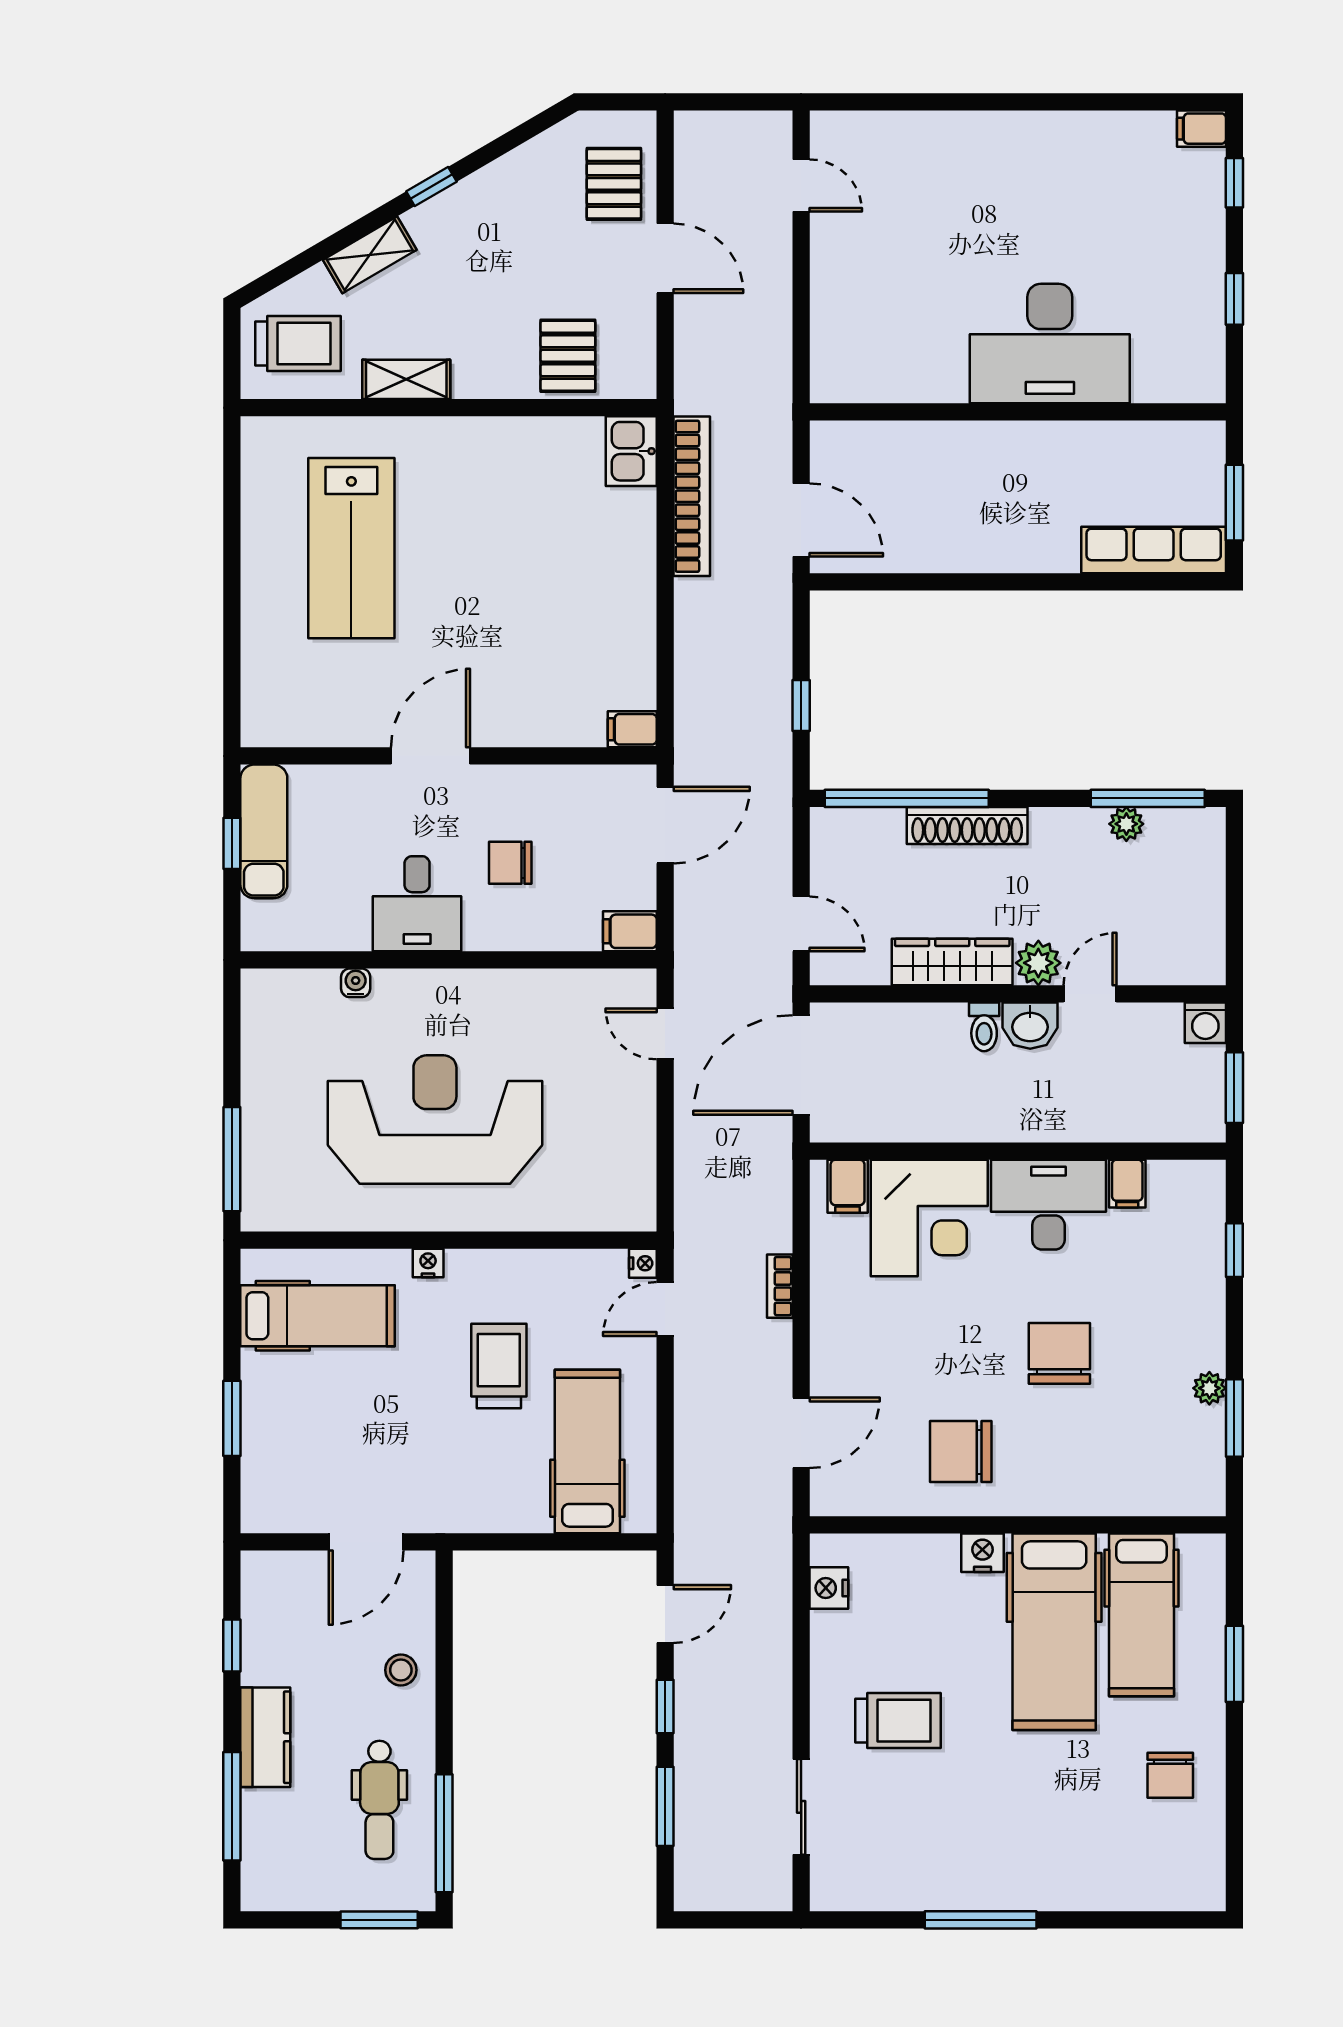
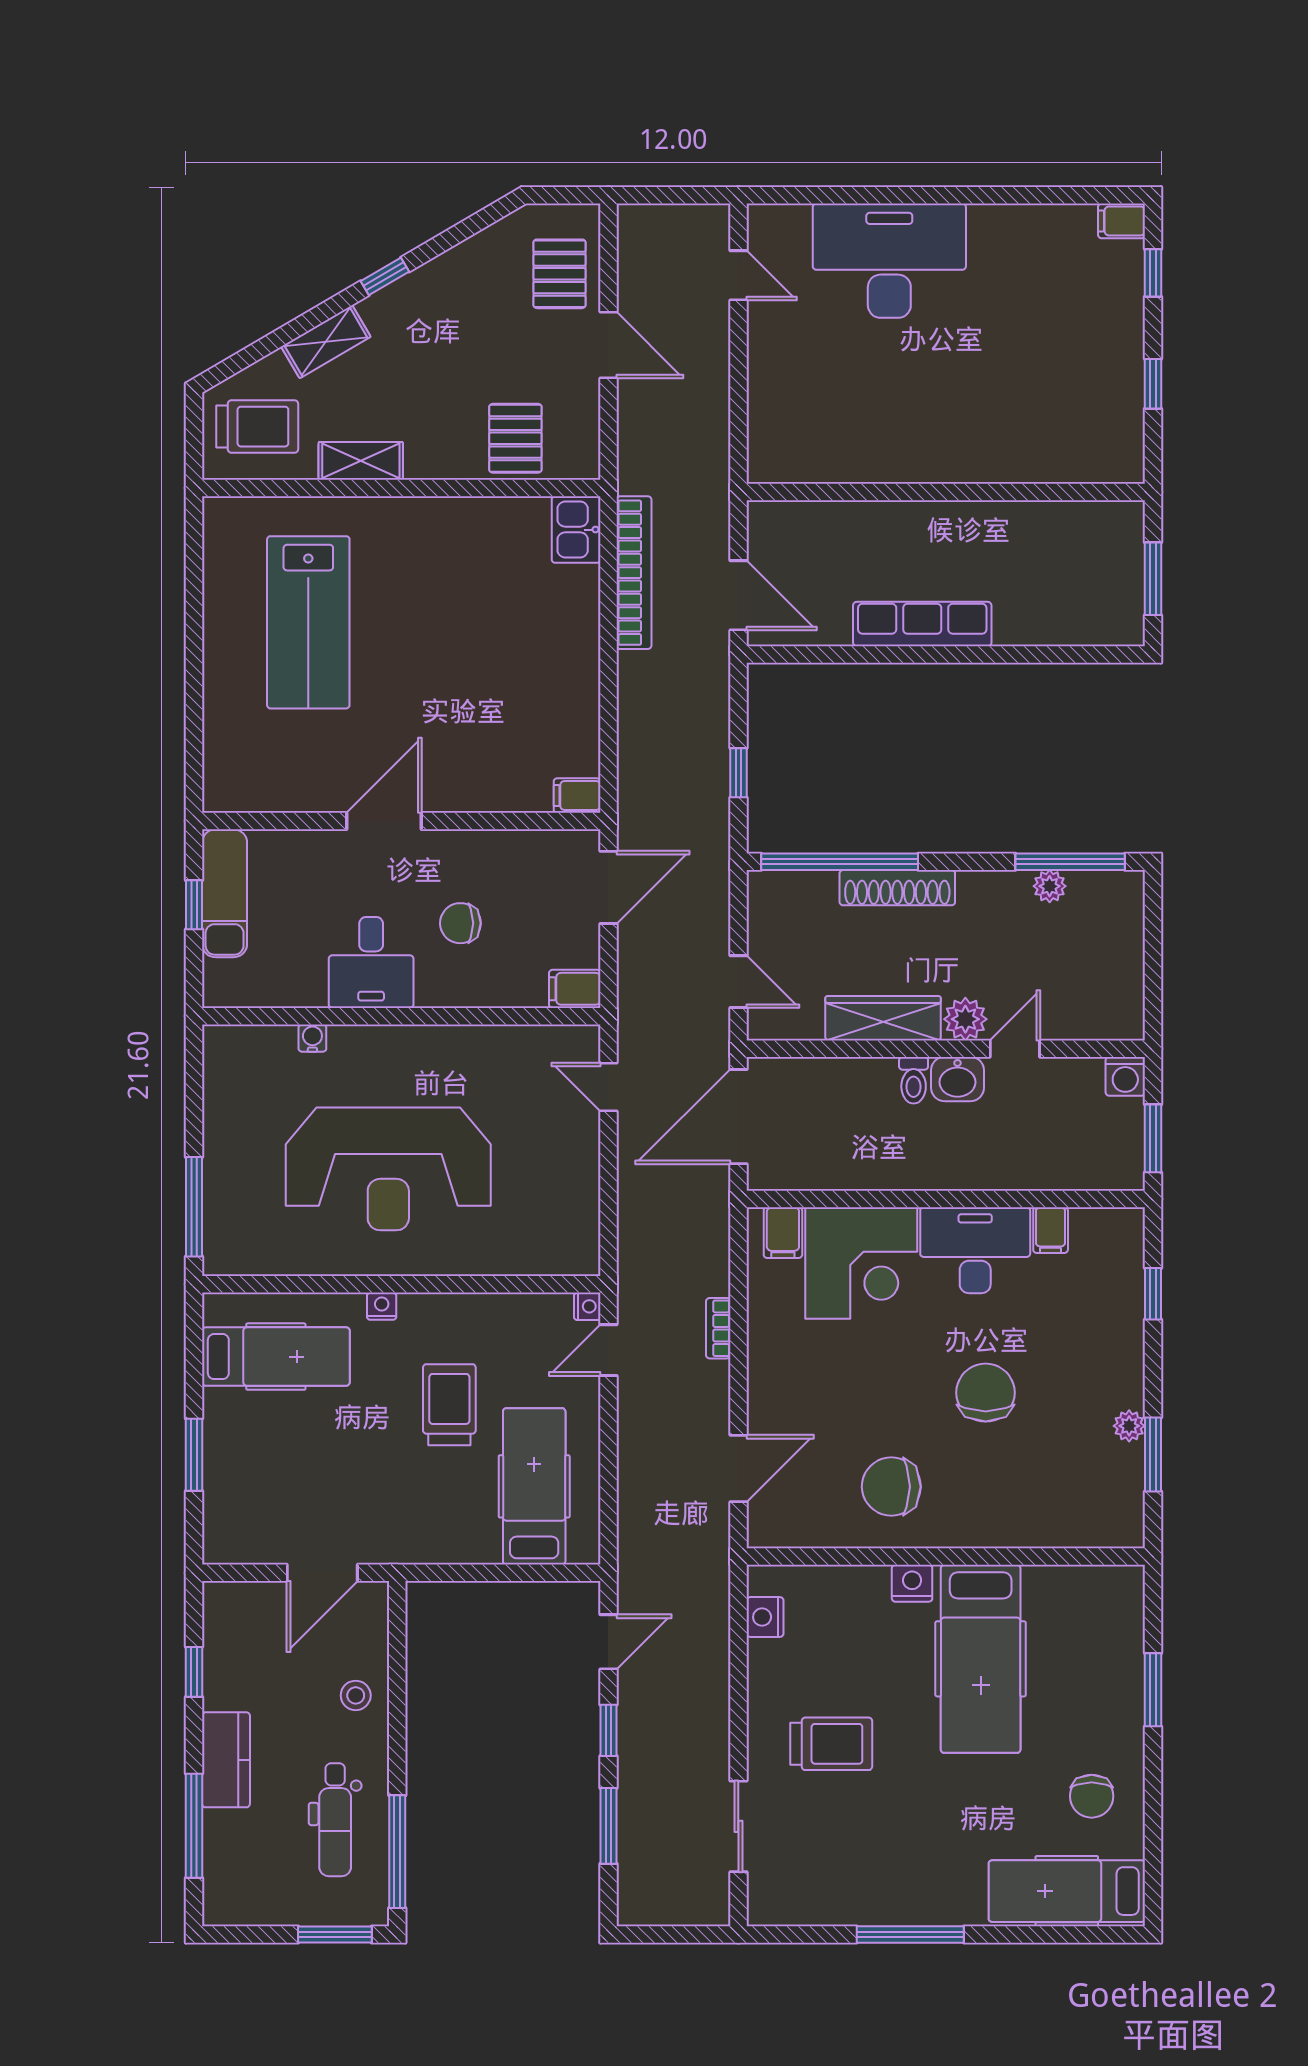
desk: (1050, 344) -> (889, 261), moved, turned 180
row of seats: (1154, 550) -> (922, 624), moved
reception desk: (435, 1119) -> (388, 1169), turned 180
hospital bed: (1142, 1615) -> (1067, 1891), moved, turned 90

